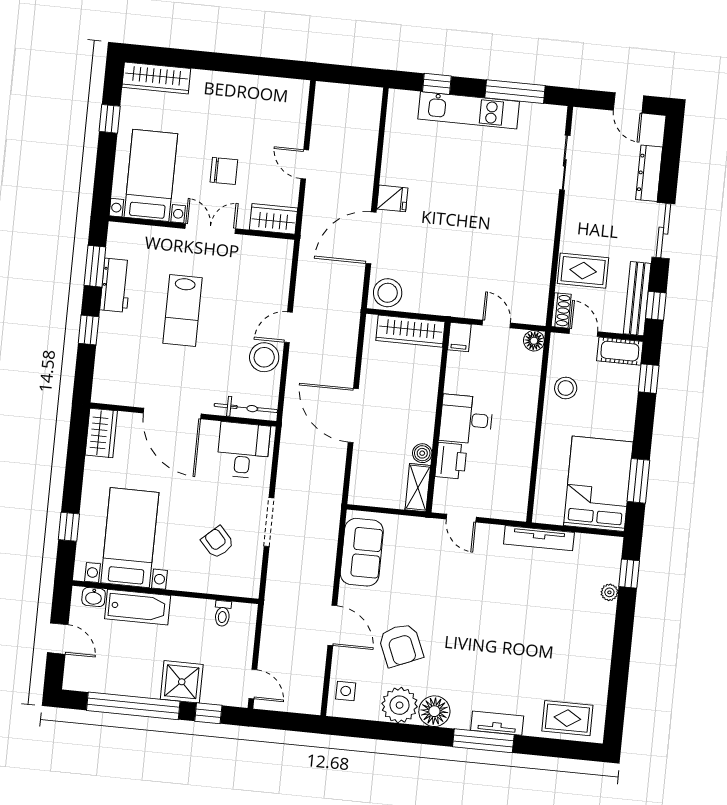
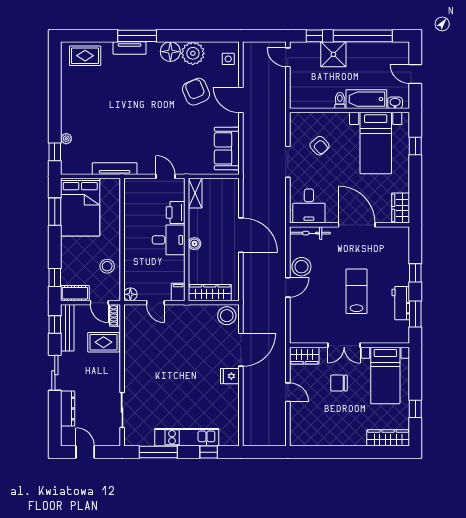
boiler: (422, 453) -> (194, 244), moved
toilet: (223, 614) -> (340, 100), moved

